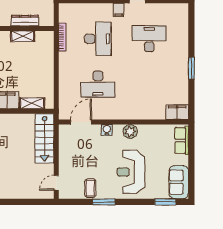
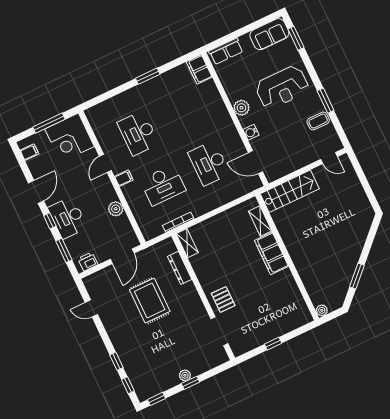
shelving: (23, 36) -> (187, 243), moved
desk: (98, 39) -> (163, 185), turned 180
desk: (98, 84) -> (209, 163), turned 180

